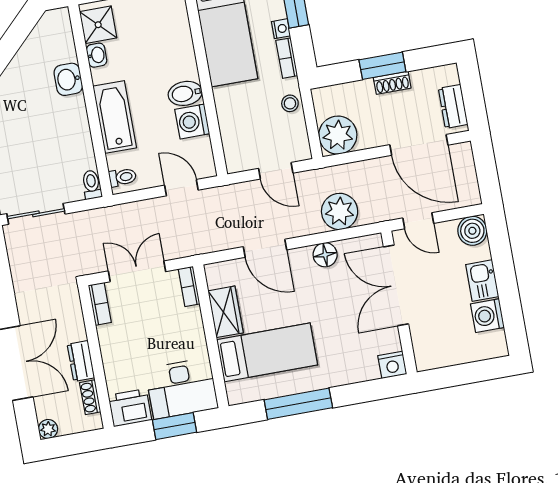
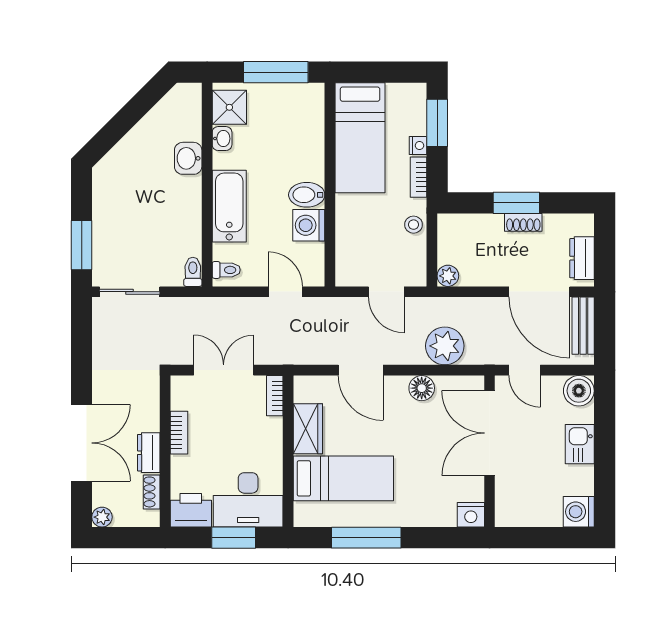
plant: (338, 135) -> (448, 276), width x0.53, depth x0.53
bench: (465, 169) -> (583, 326), added
bookcase: (100, 304) -> (179, 433), moved
washing machine: (487, 316) -> (579, 512), moved

